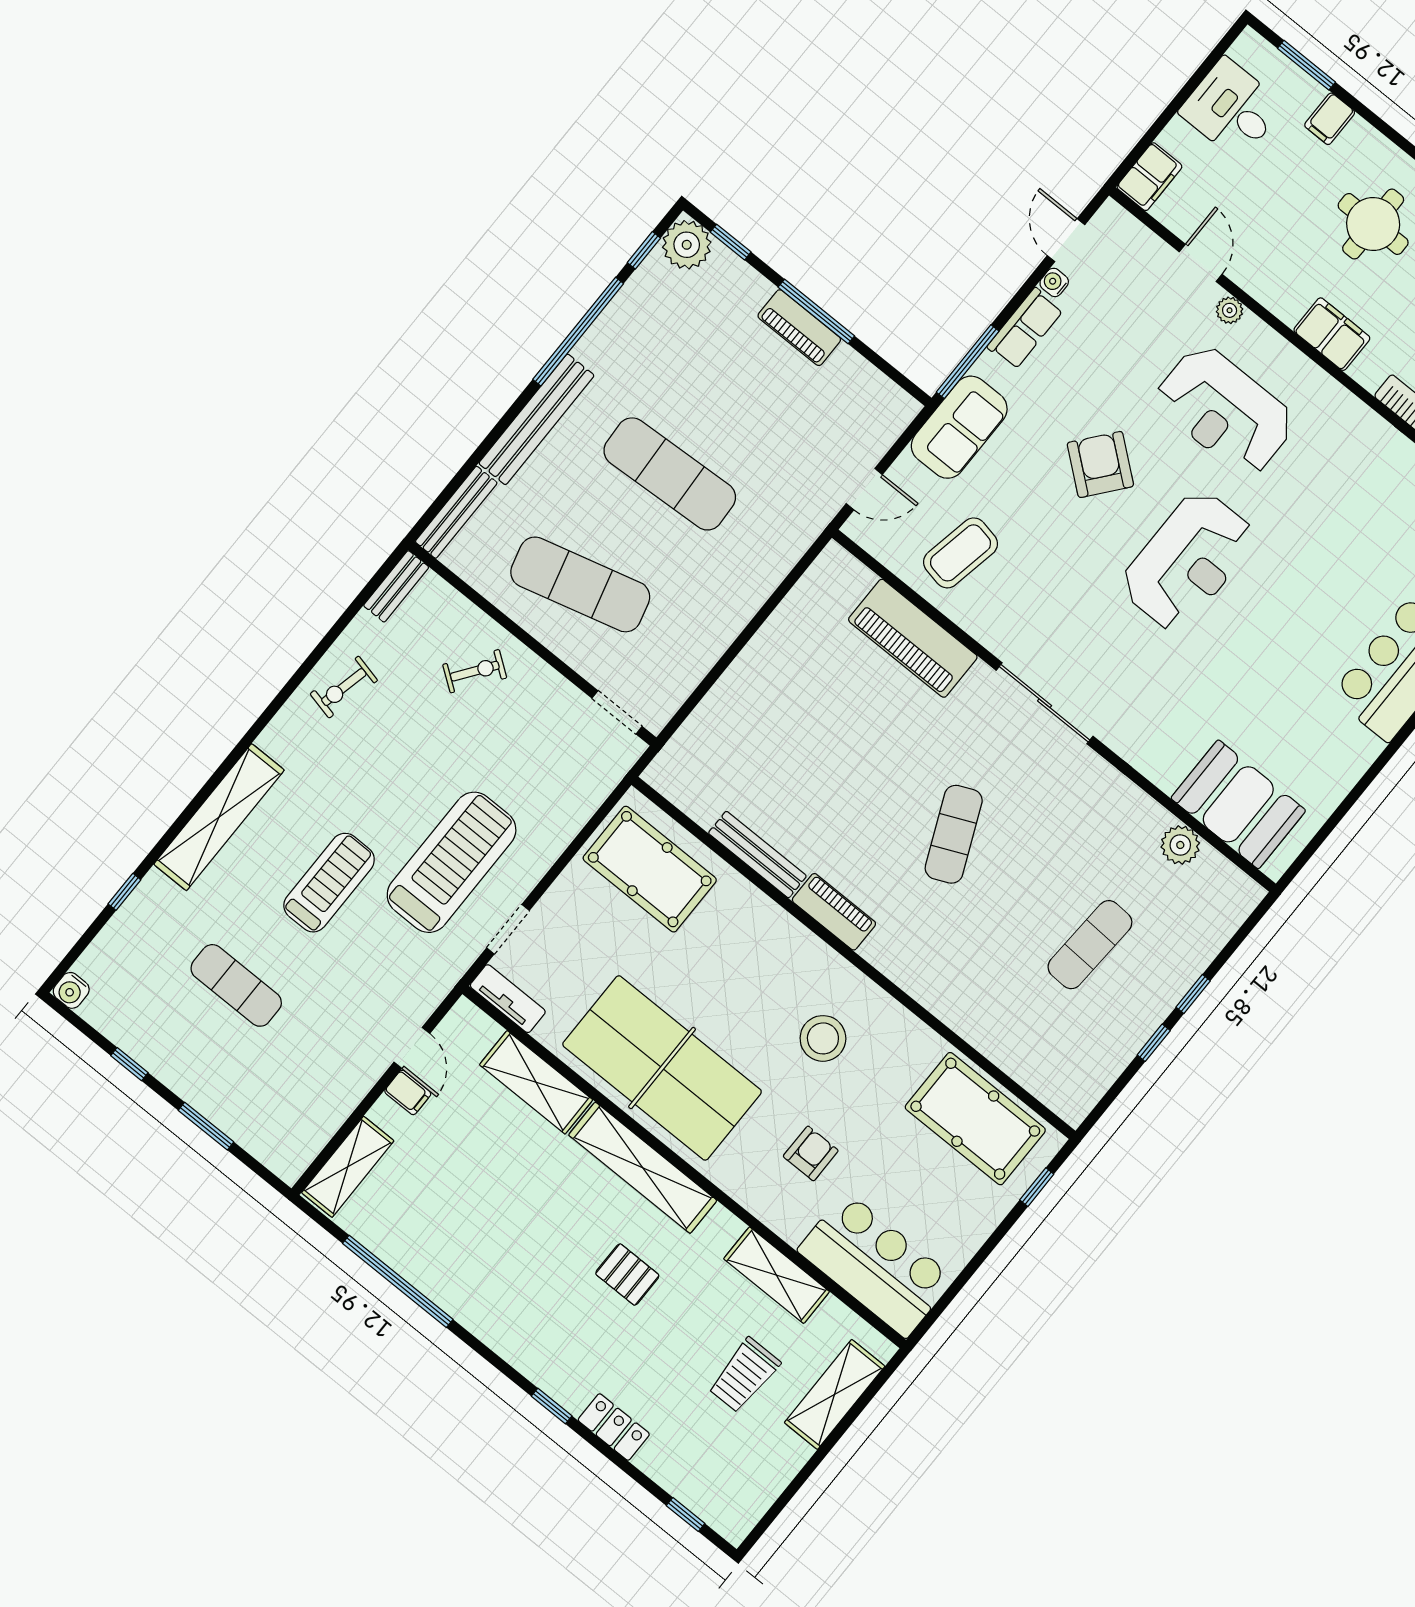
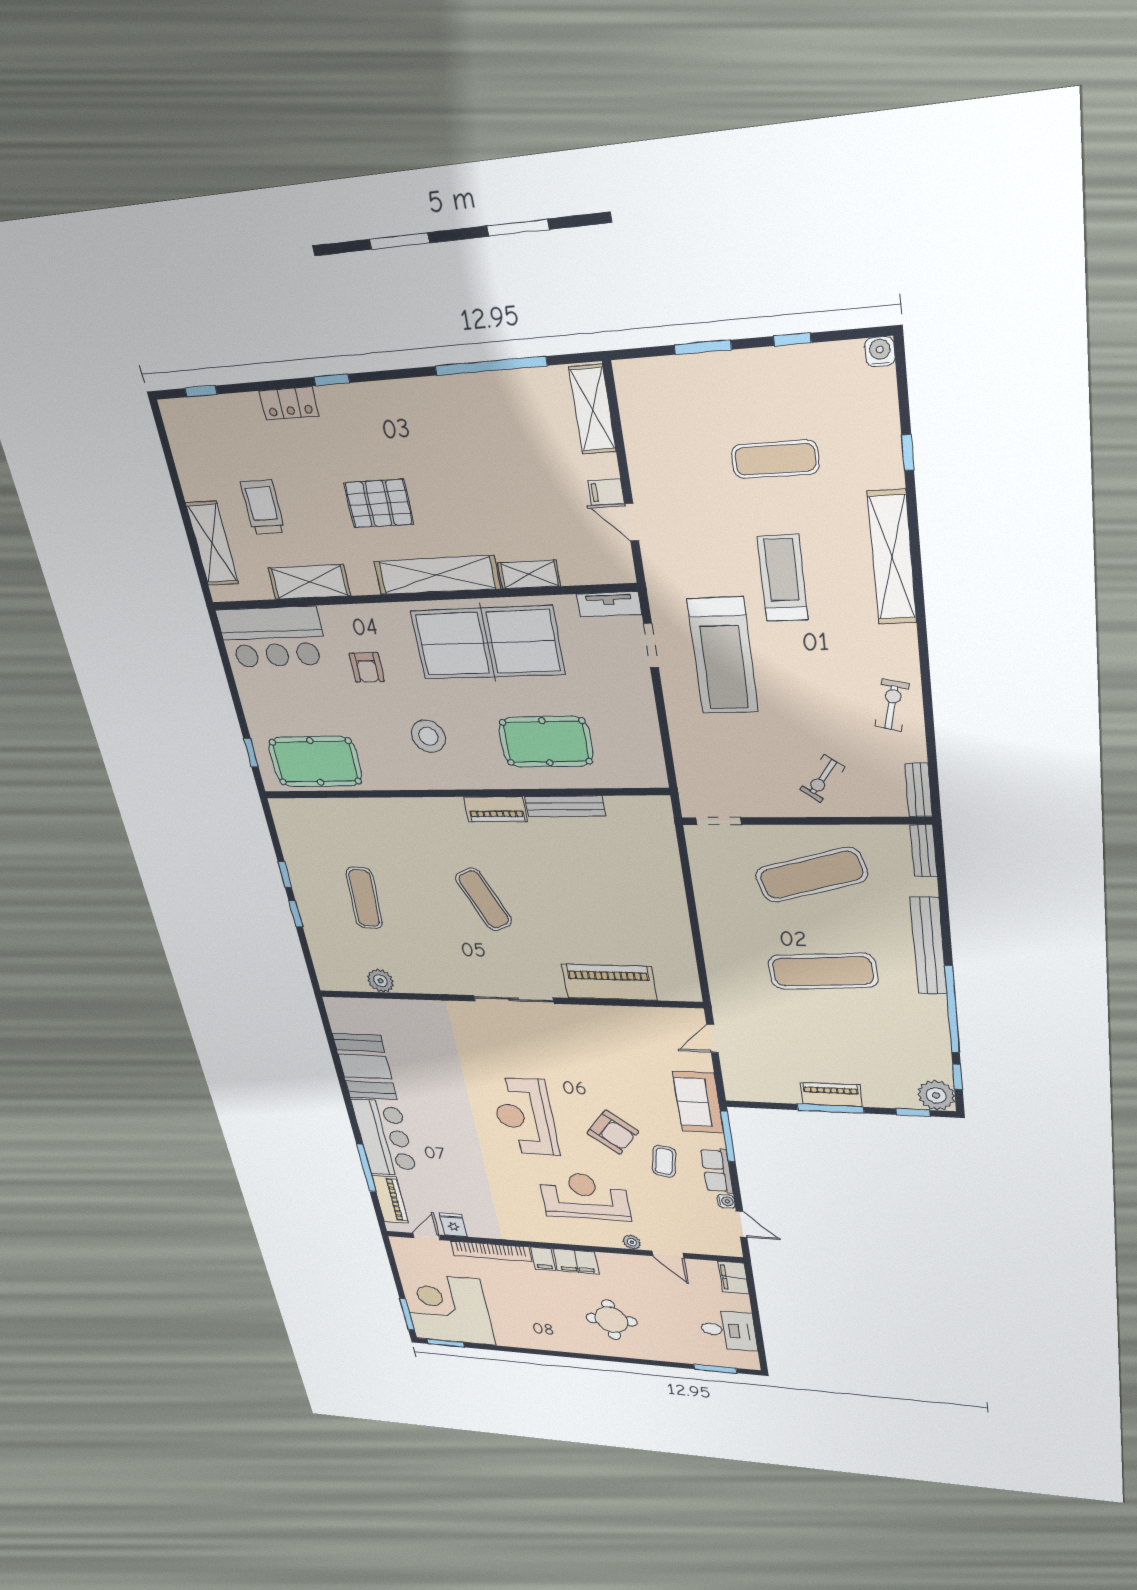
filing cabinet: (1330, 119) -> (543, 1259), moved, turned 180
bench: (456, 512) -> (924, 851), width x0.73
coffee table: (960, 553) -> (664, 1161), moved, width x0.73, depth x0.77
booth: (1238, 804) -> (365, 1067), moved, turned 90
pool table: (650, 869) -> (546, 742), moved
treadmill: (329, 883) -> (783, 578), turned 180
shelving: (536, 1082) -> (529, 574), width x0.67, depth x0.75
pallet: (627, 1275) -> (379, 504), width x1.50, depth x1.42

